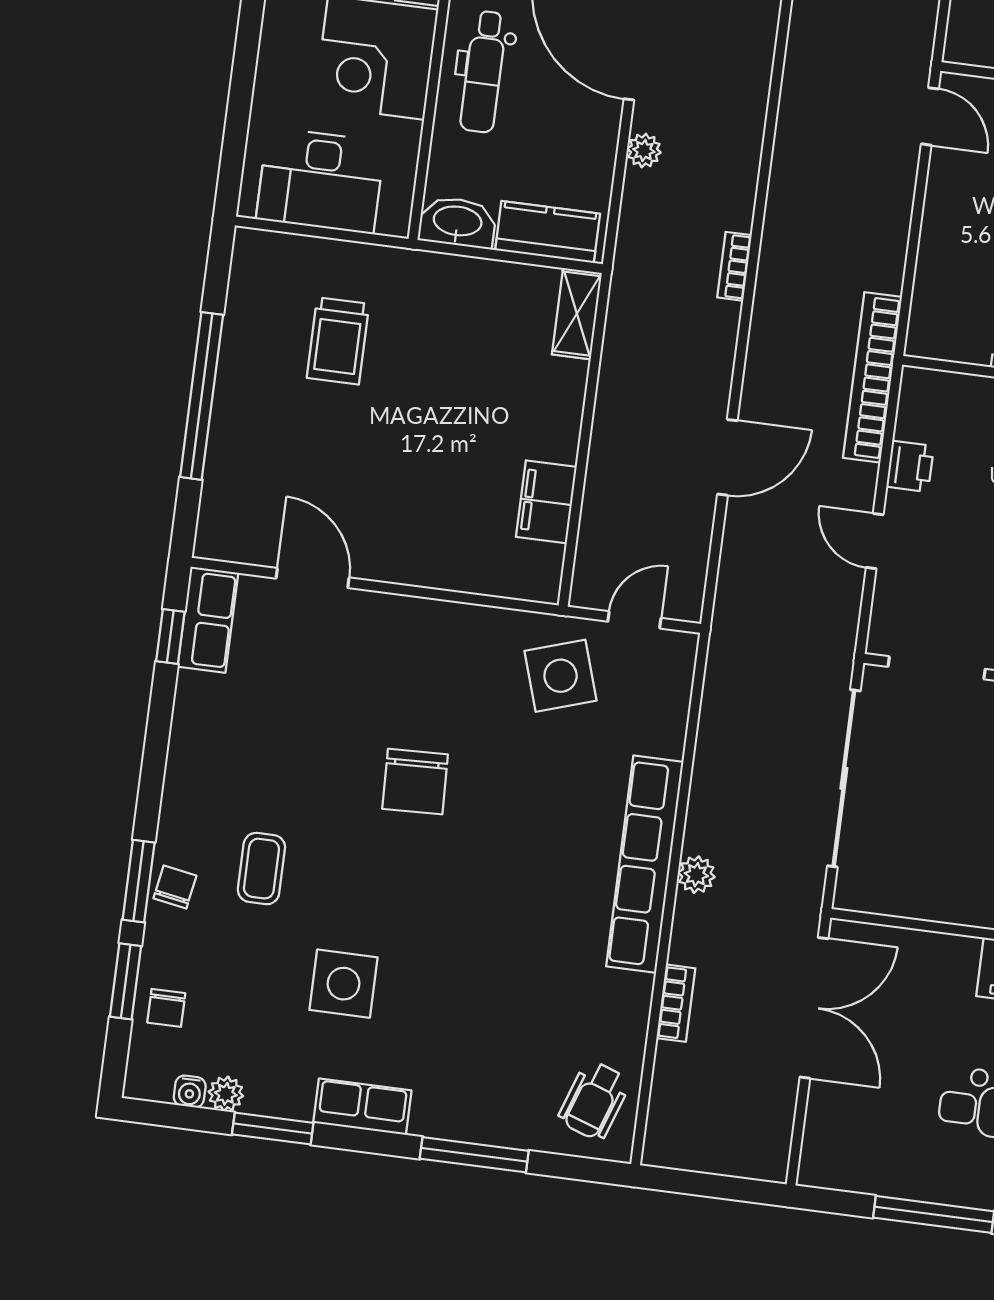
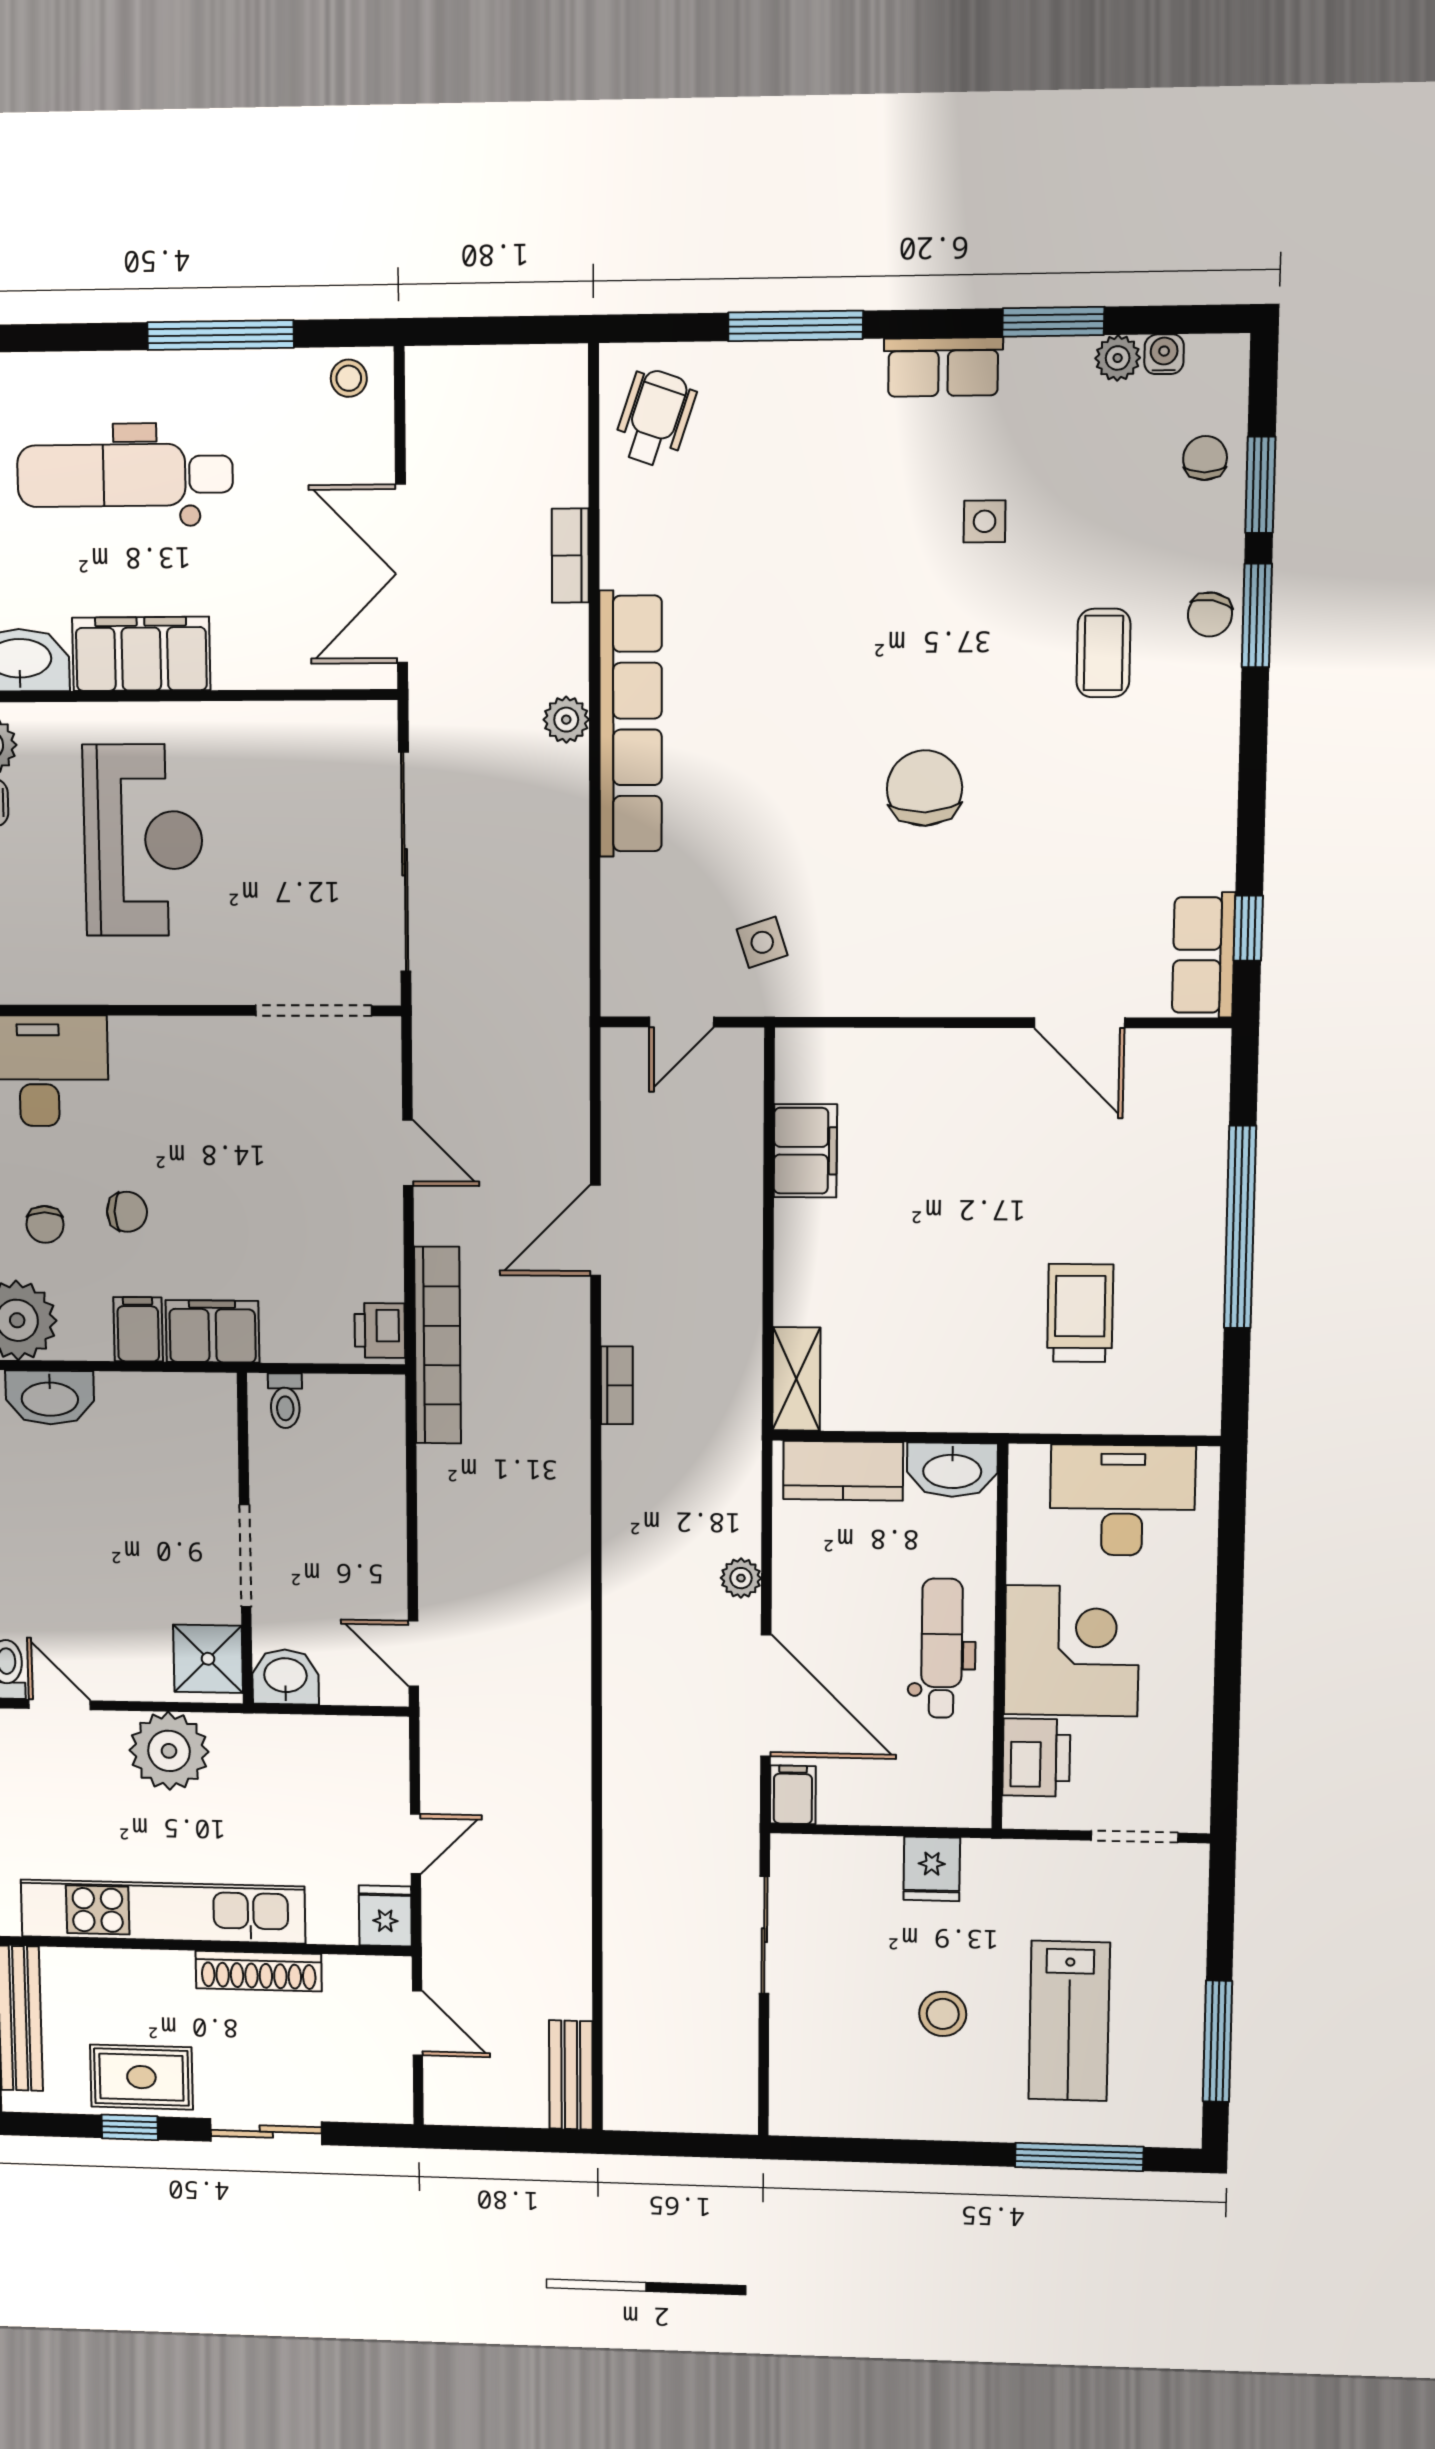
bookcase: (734, 266) -> (617, 1385), moved
printer: (910, 466) -> (380, 1331), moved
side table: (561, 676) -> (762, 942), width x0.54, depth x0.54
side table: (344, 984) -> (985, 521), width x0.54, depth x0.54
stool: (835, 1166) -> (349, 378), added

